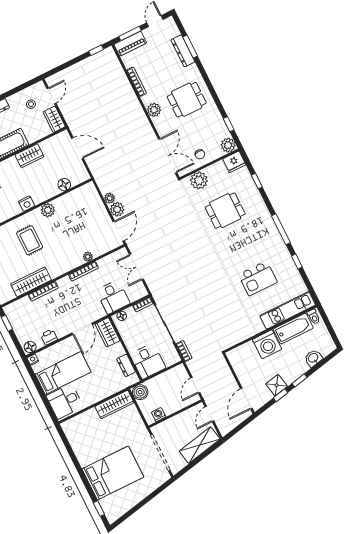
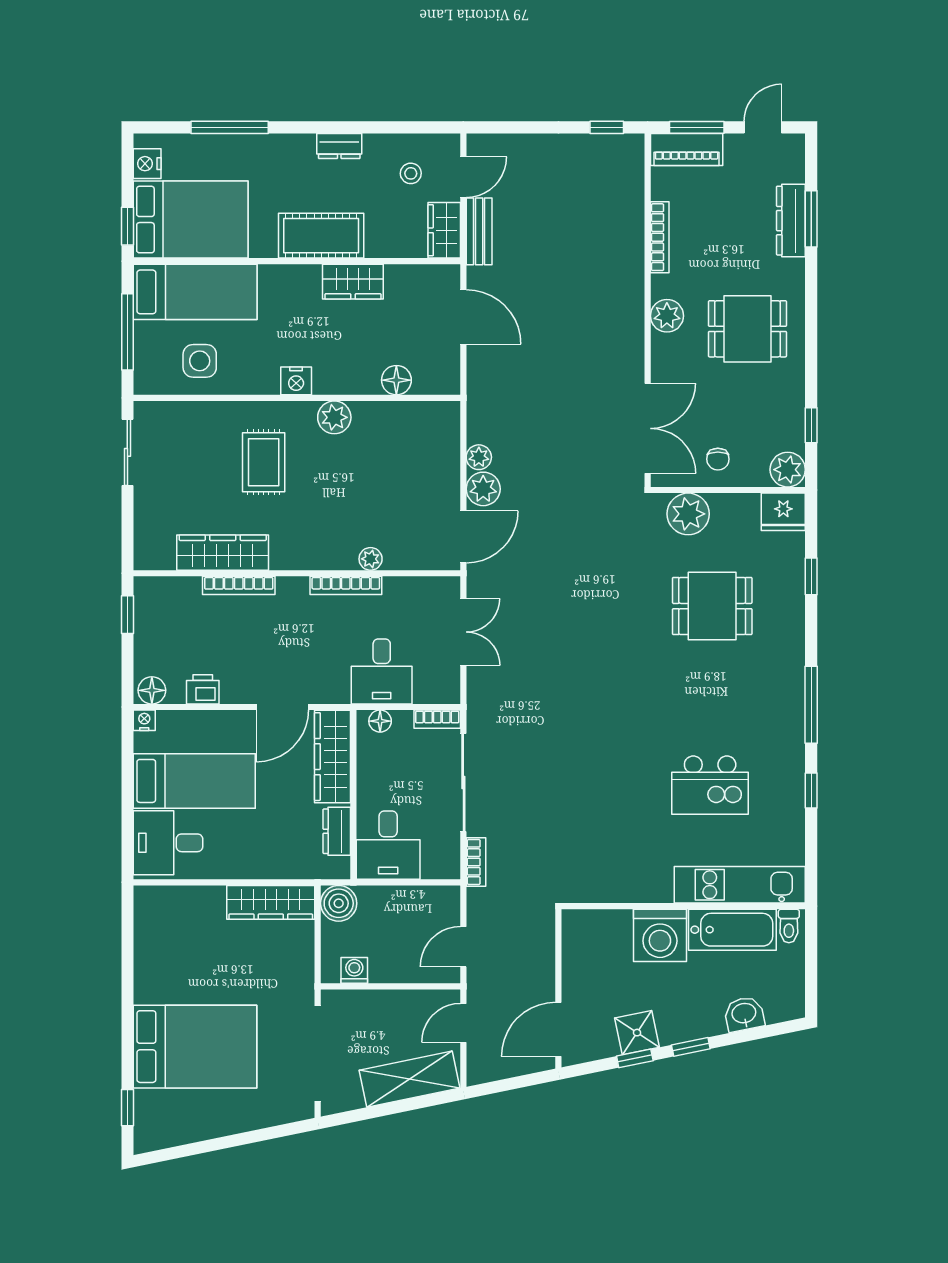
bench: (68, 113) -> (479, 231), added
double door: (136, 267) -> (463, 632), swing flipped
wardrobe: (108, 332) -> (332, 757), width x1.50

